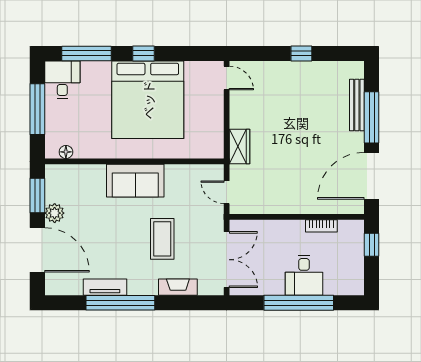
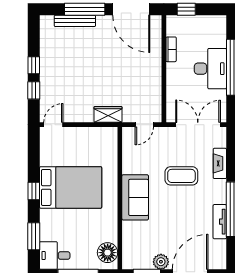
window: (87, 53) -> (34, 236), width x0.69
window: (270, 53) -> (34, 90), added
bed: (148, 100) -> (71, 187), width x0.73
floor lamp: (66, 152) -> (108, 253), width x1.89, depth x1.89
desk: (304, 275) -> (210, 69), width x1.37

